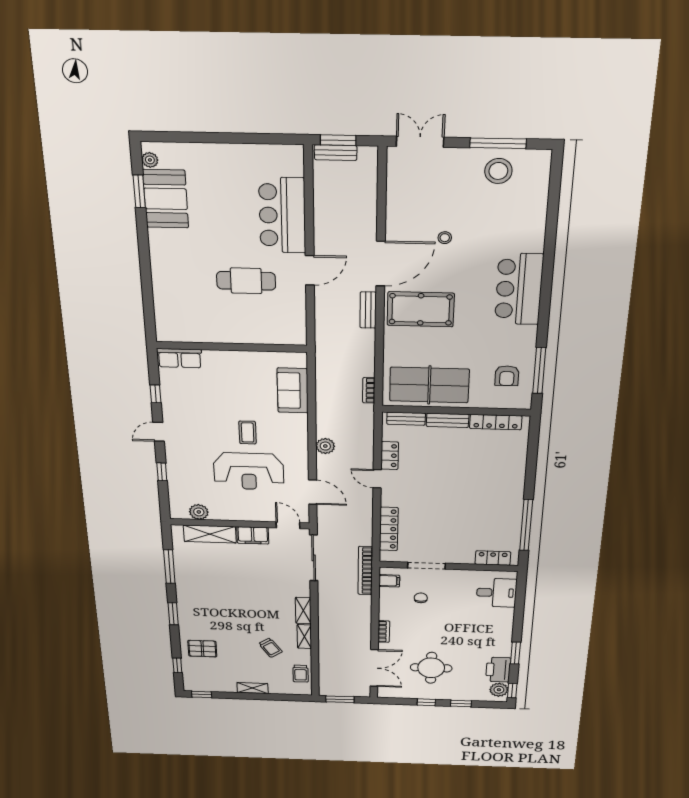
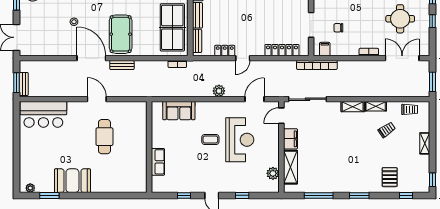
booth: (166, 199) -> (72, 181), moved
bar counter: (282, 215) -> (43, 114), moved
row of seats: (179, 358) -> (158, 162), moved

